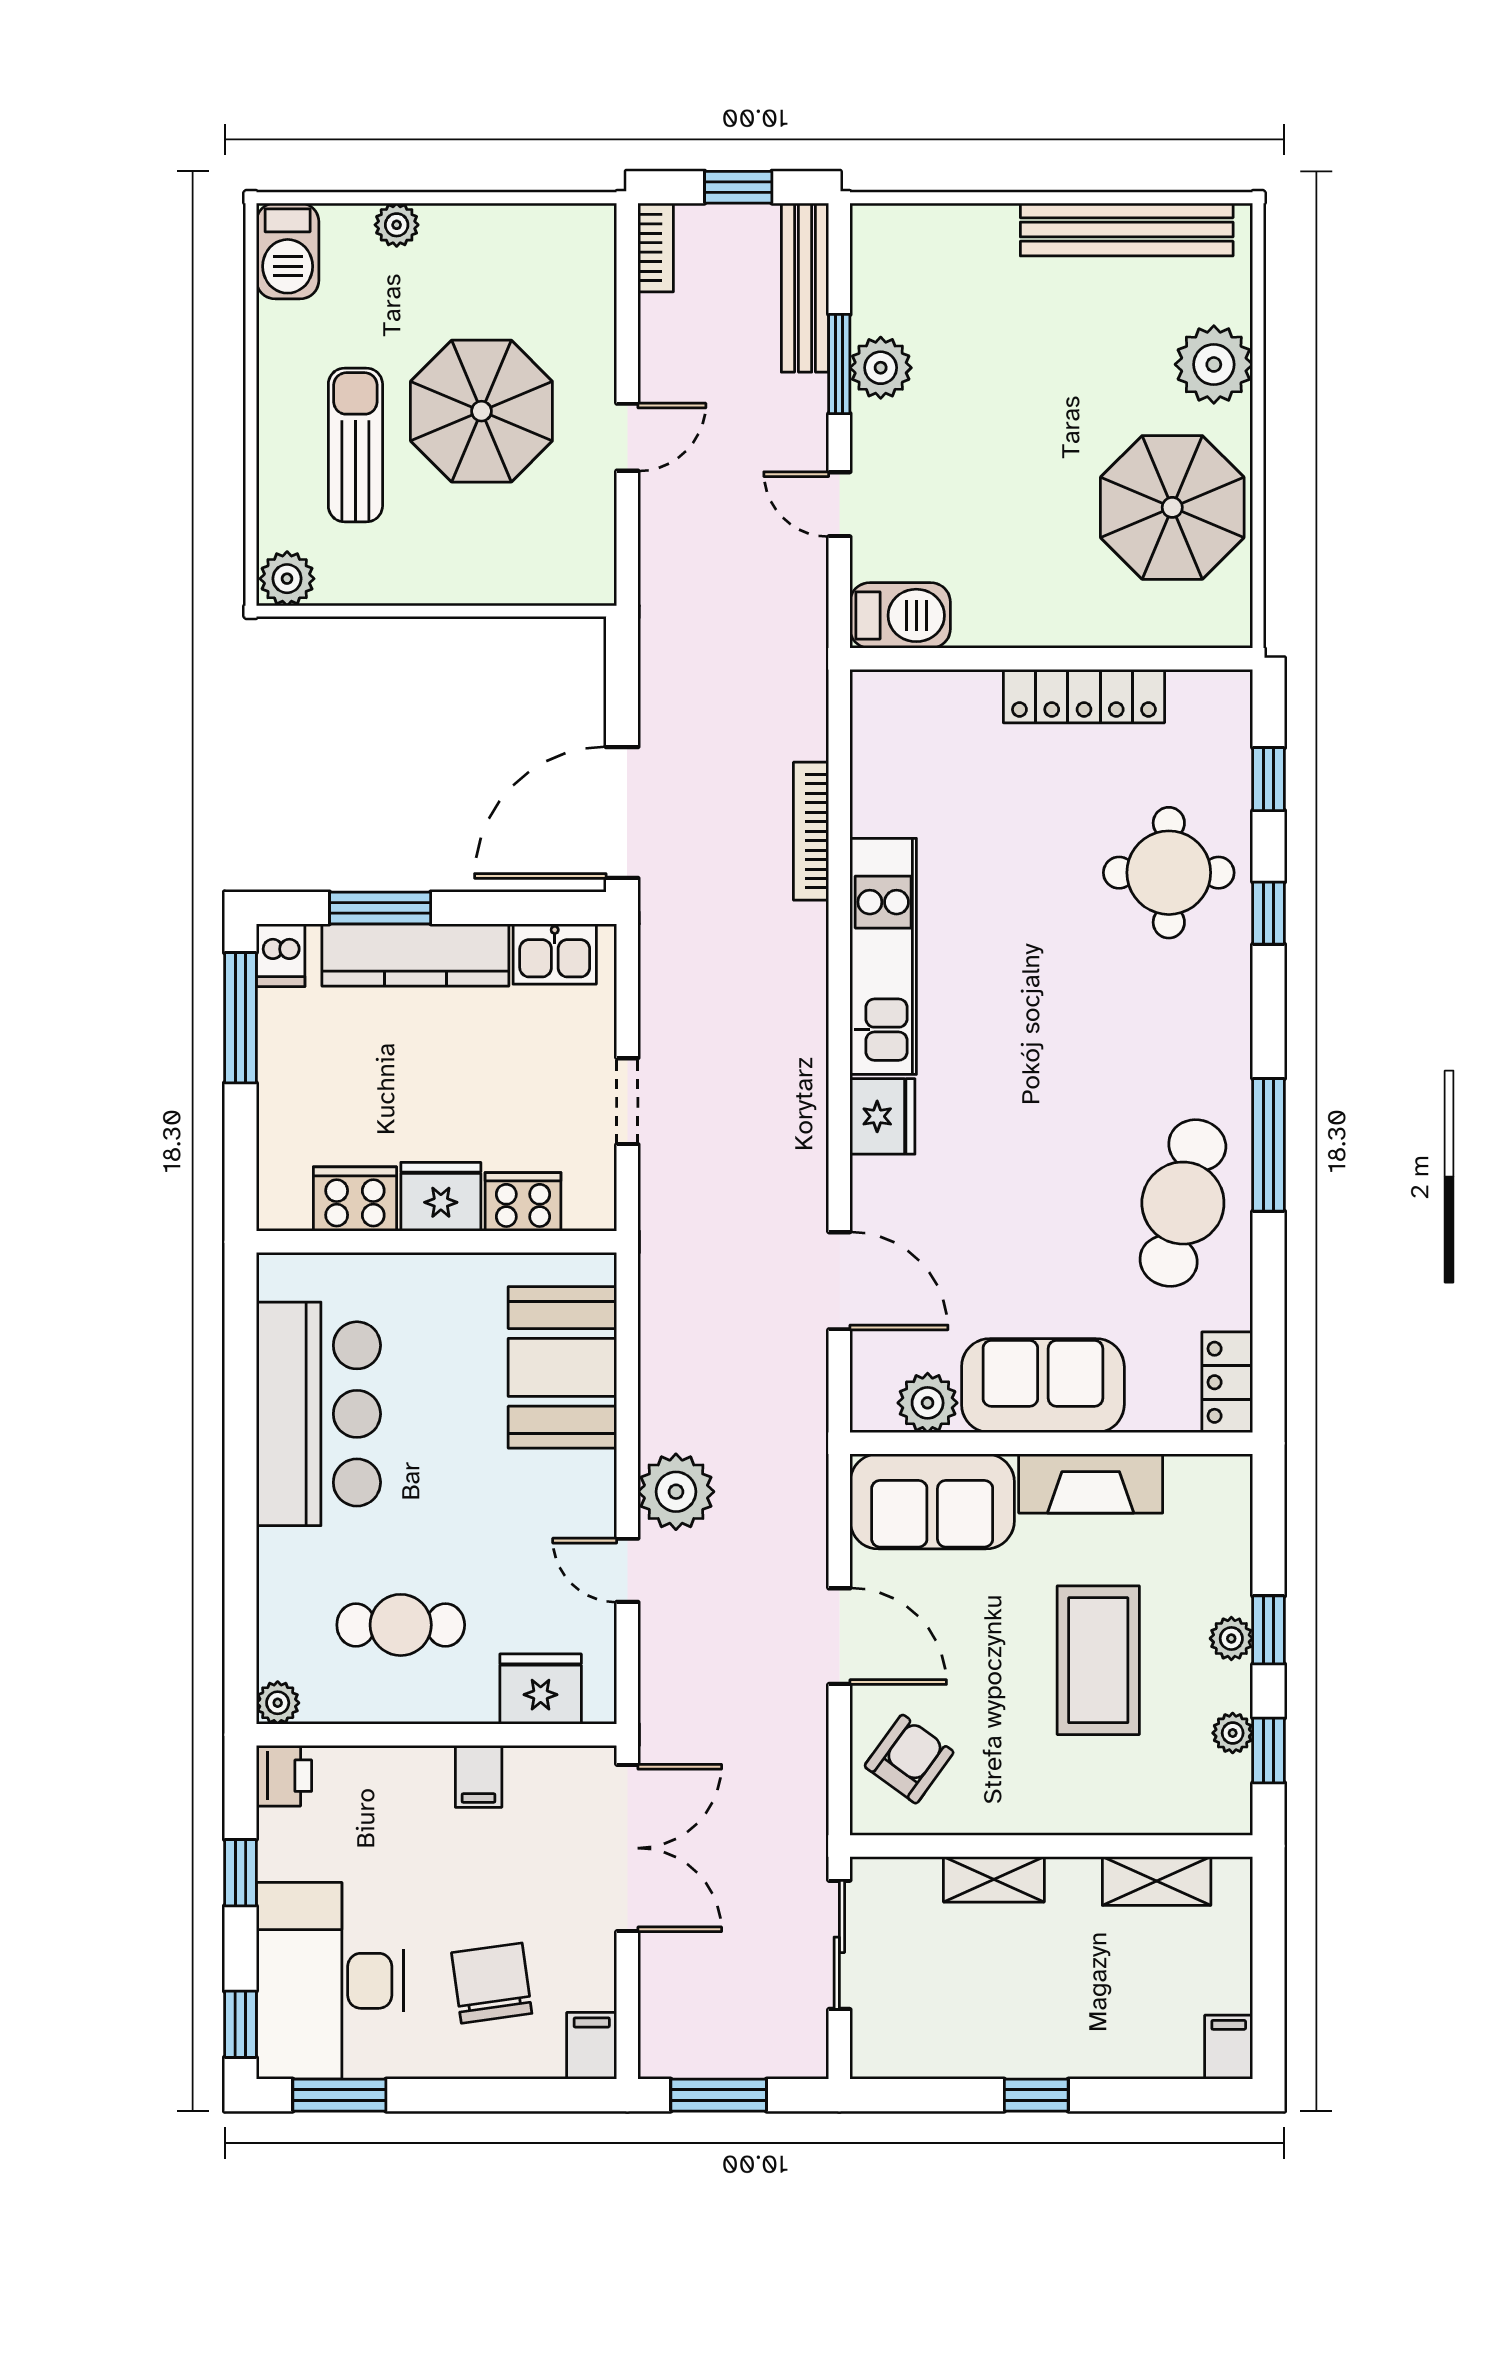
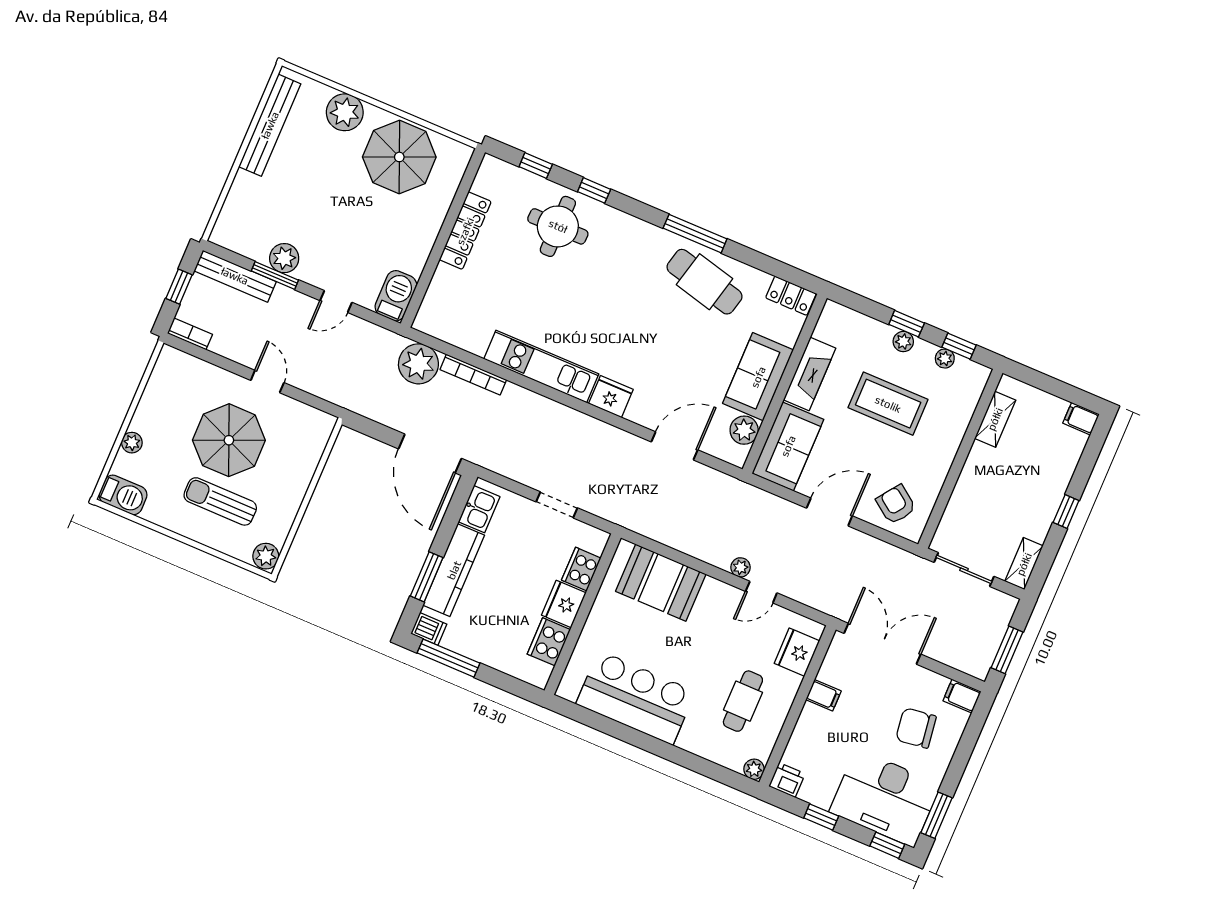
plant: (787, 716) -> (418, 364), added
plant: (676, 1492) -> (741, 567), width x0.53, depth x0.53
shelving: (994, 1879) -> (1024, 564), moved

